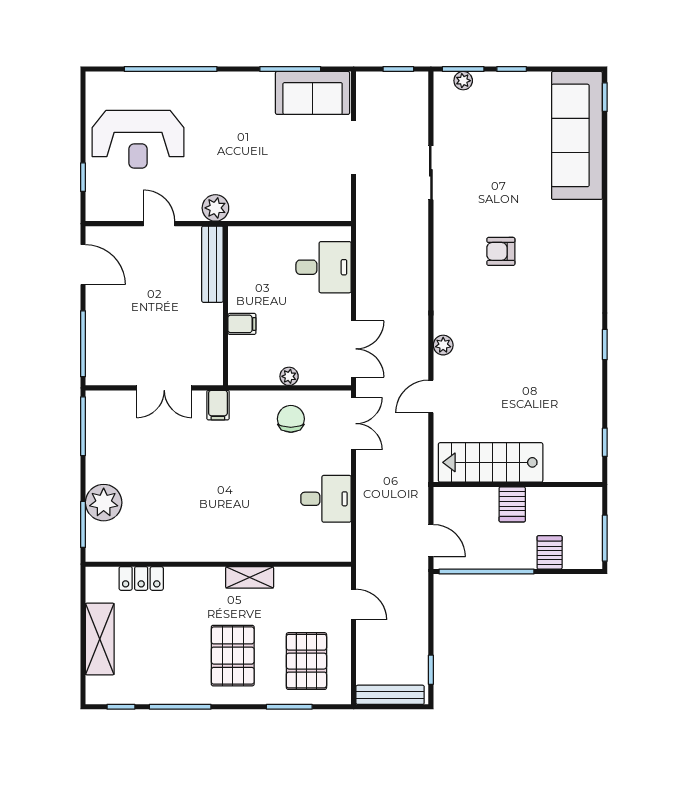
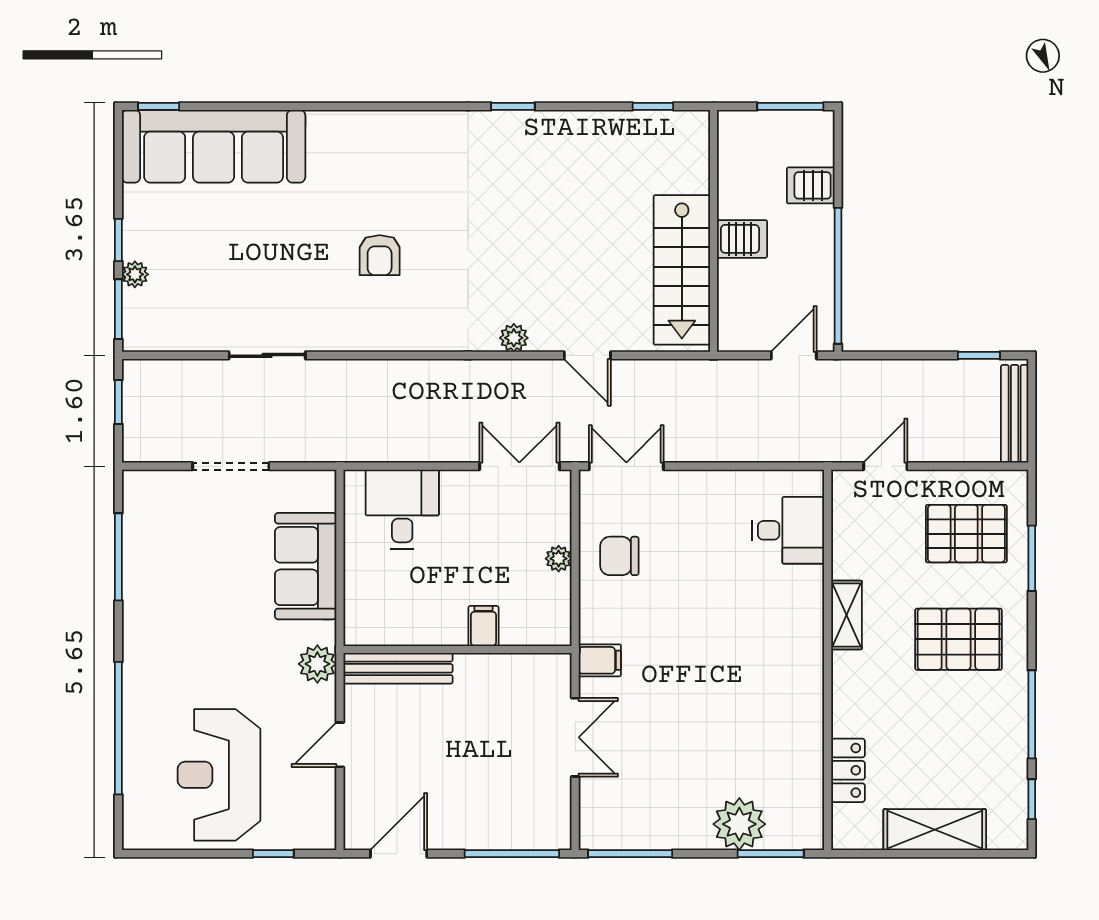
plant: (463, 81) -> (135, 274), moved
sofa: (313, 93) -> (306, 566), moved, turned 180
reception desk: (138, 139) -> (219, 775), turned 180
desk: (326, 499) -> (788, 530), moved, turned 90

